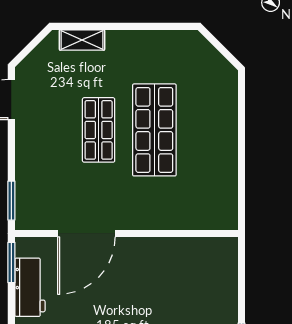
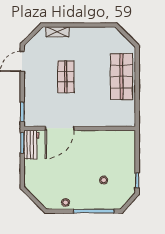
shop shelf: (154, 130) -> (121, 77), moved
workbench: (30, 287) -> (31, 145), moved

